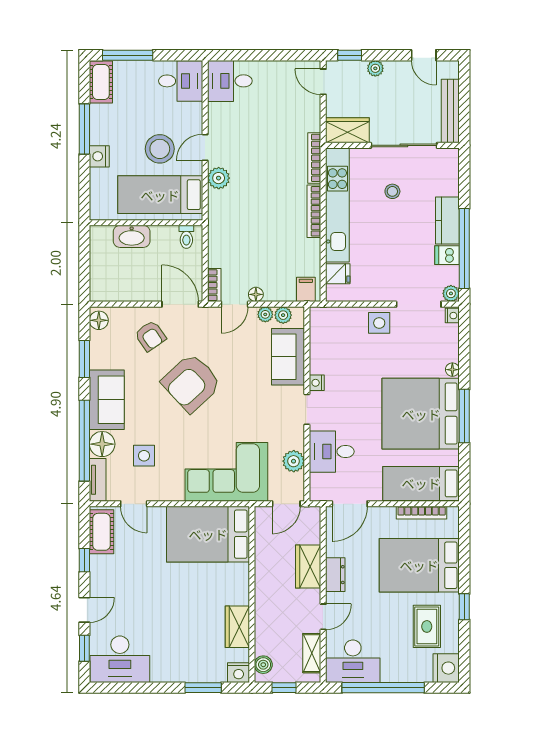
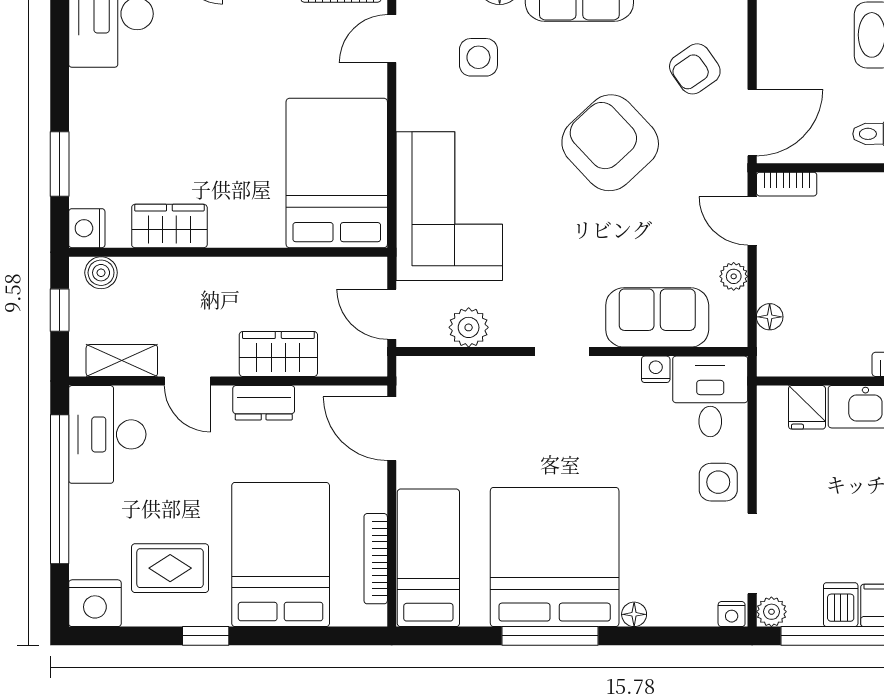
filing cabinet: (306, 289) -> (779, 350), removed
floor lamp: (256, 294) -> (770, 317), moved
plant: (283, 315) -> (732, 309), removed
nightstand: (317, 383) -> (656, 369), moved
desk: (332, 452) -> (710, 396), moved

